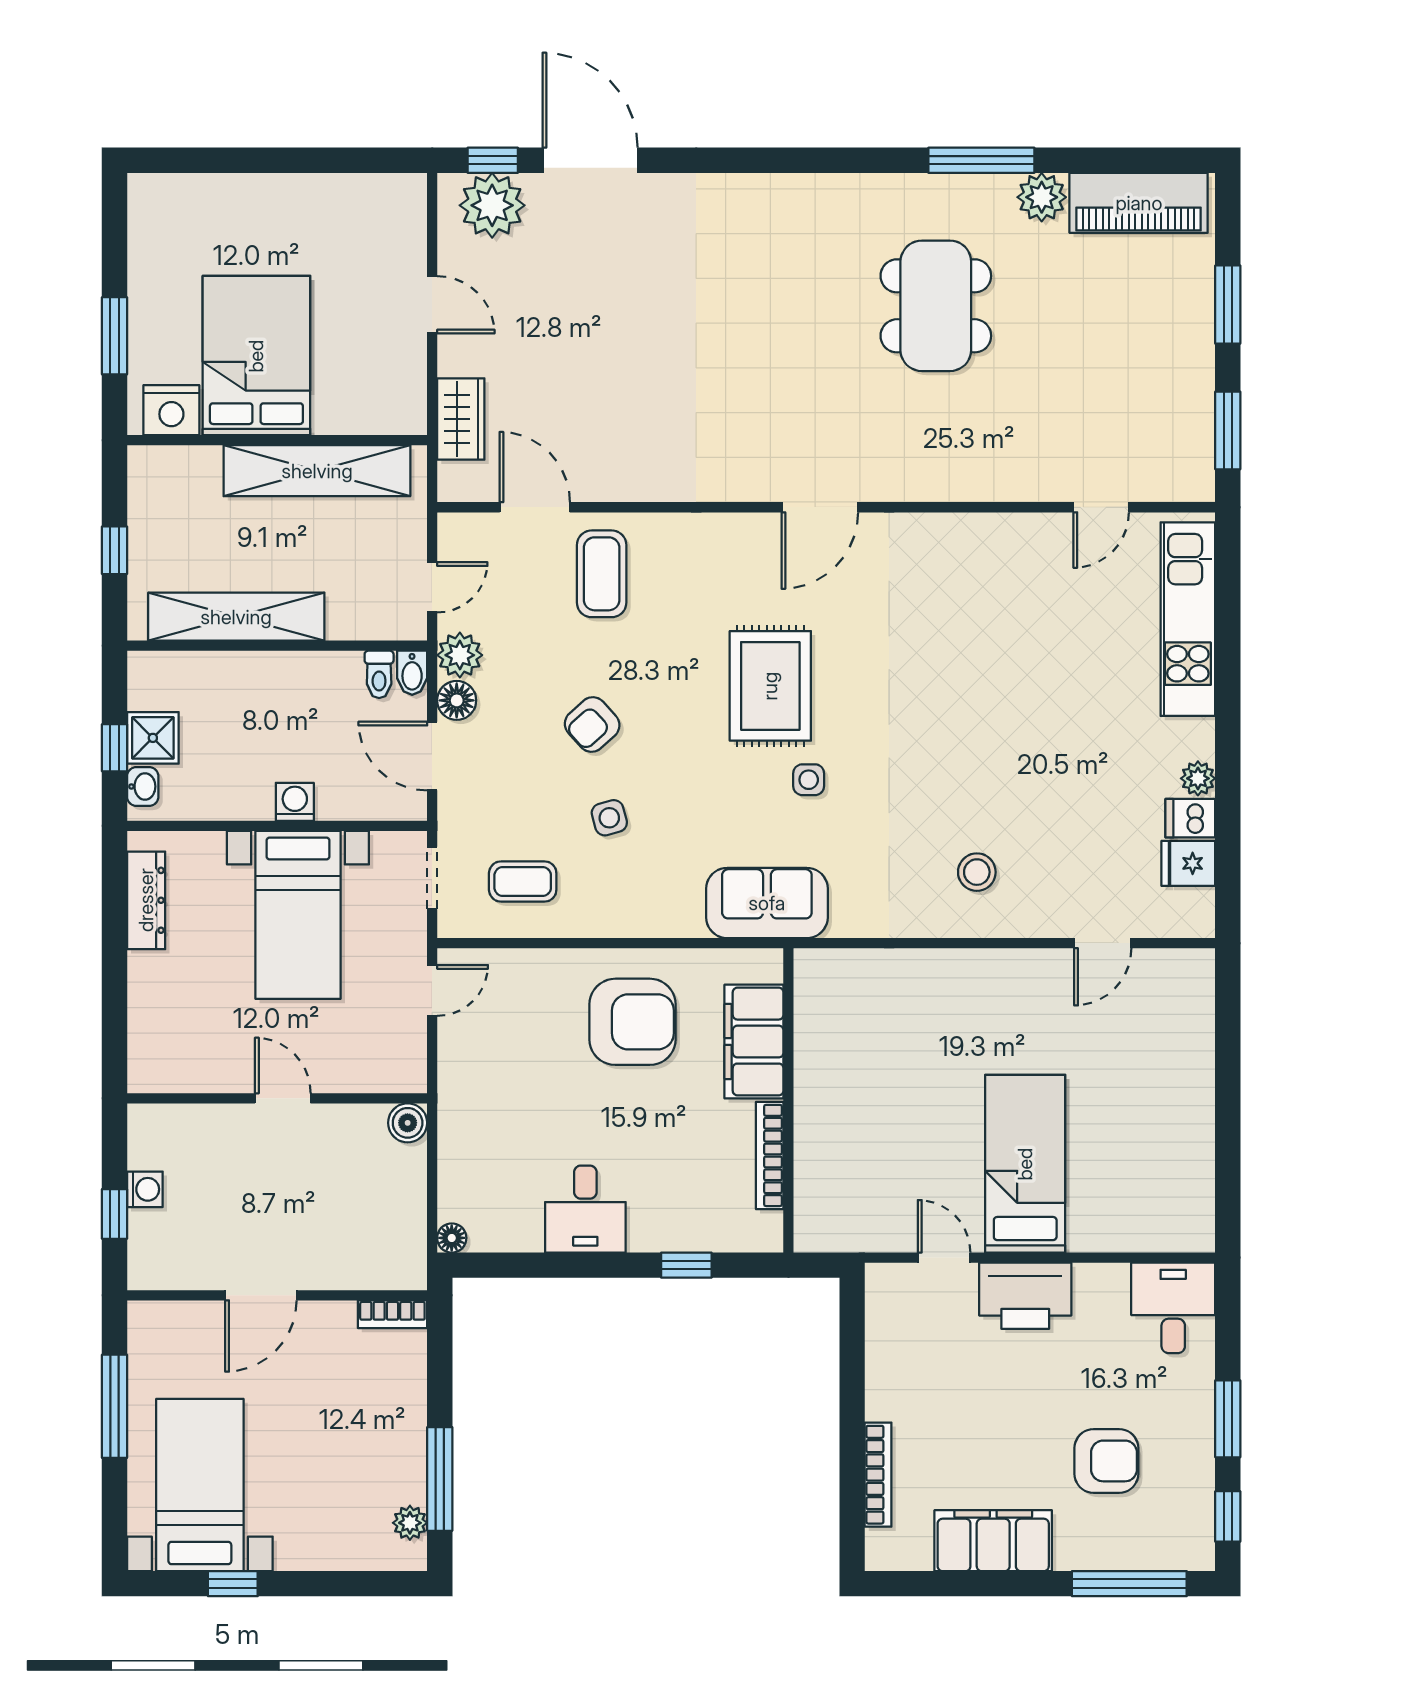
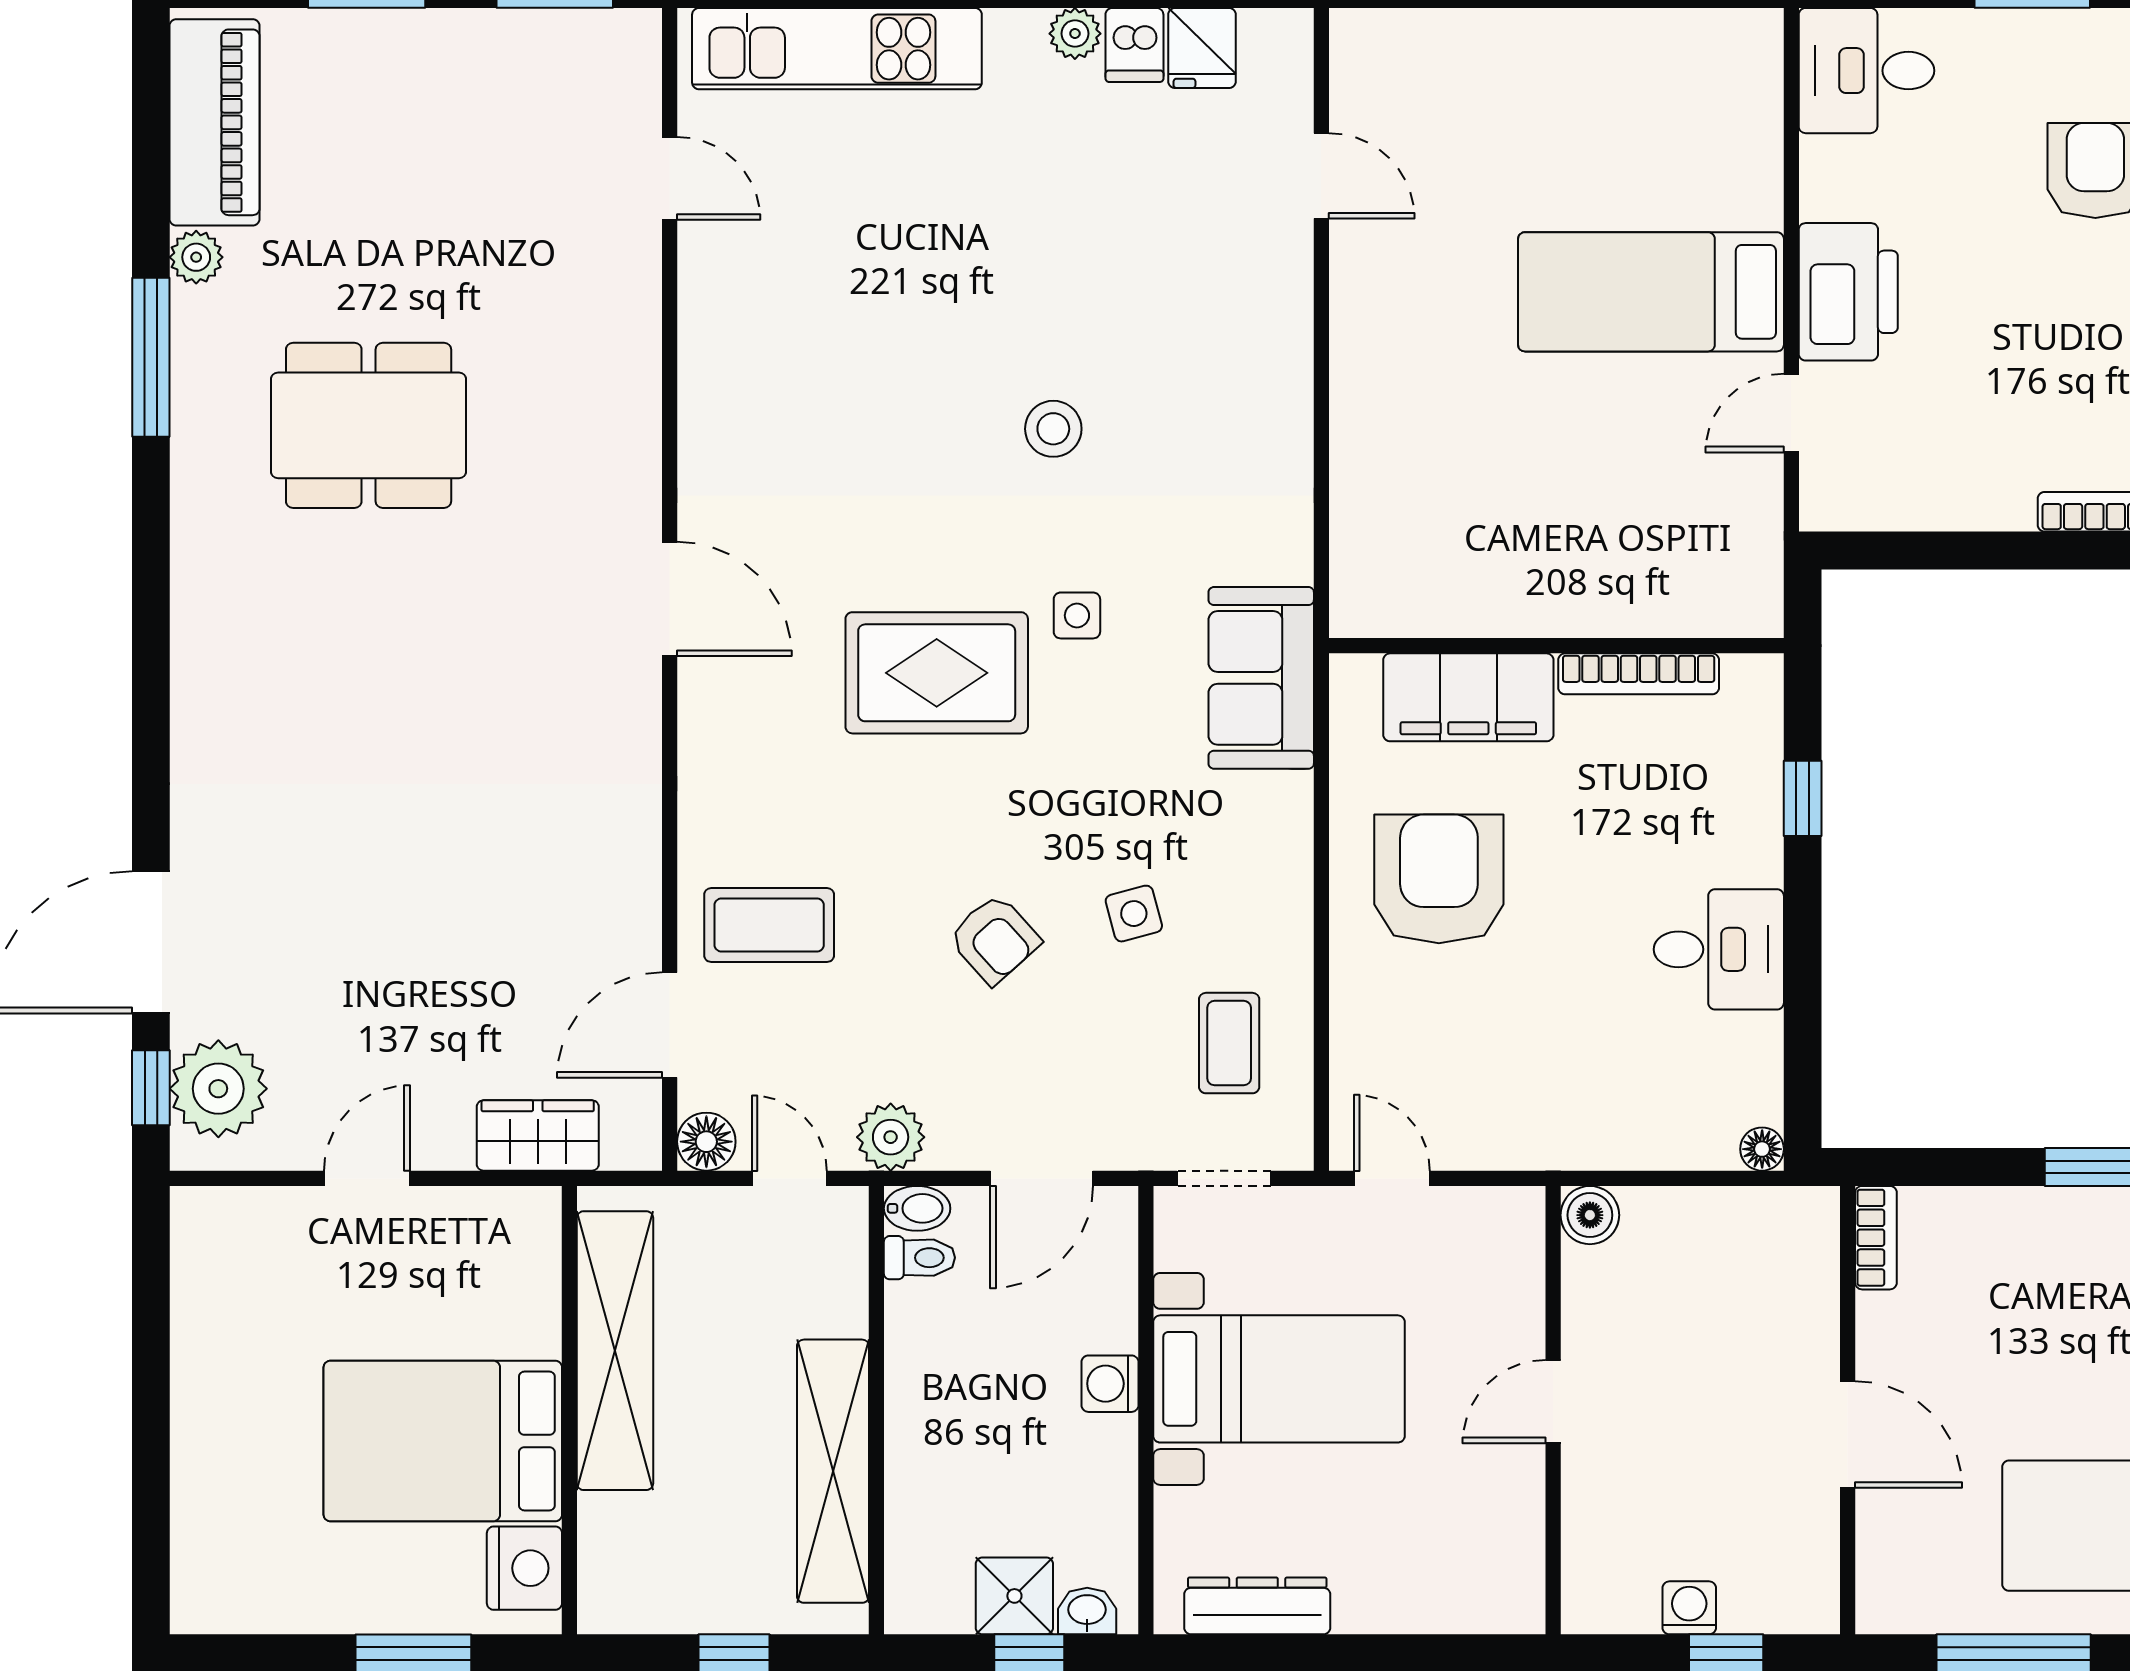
plant: (1042, 197) -> (196, 257), width x0.73, depth x0.73
floor lamp: (457, 700) -> (706, 1142), moved
stool: (977, 872) -> (1053, 429), moved

